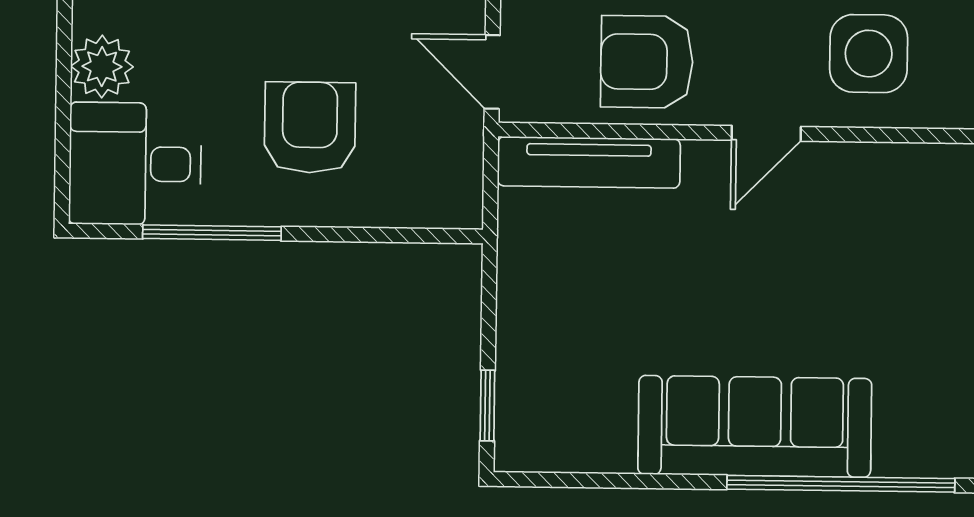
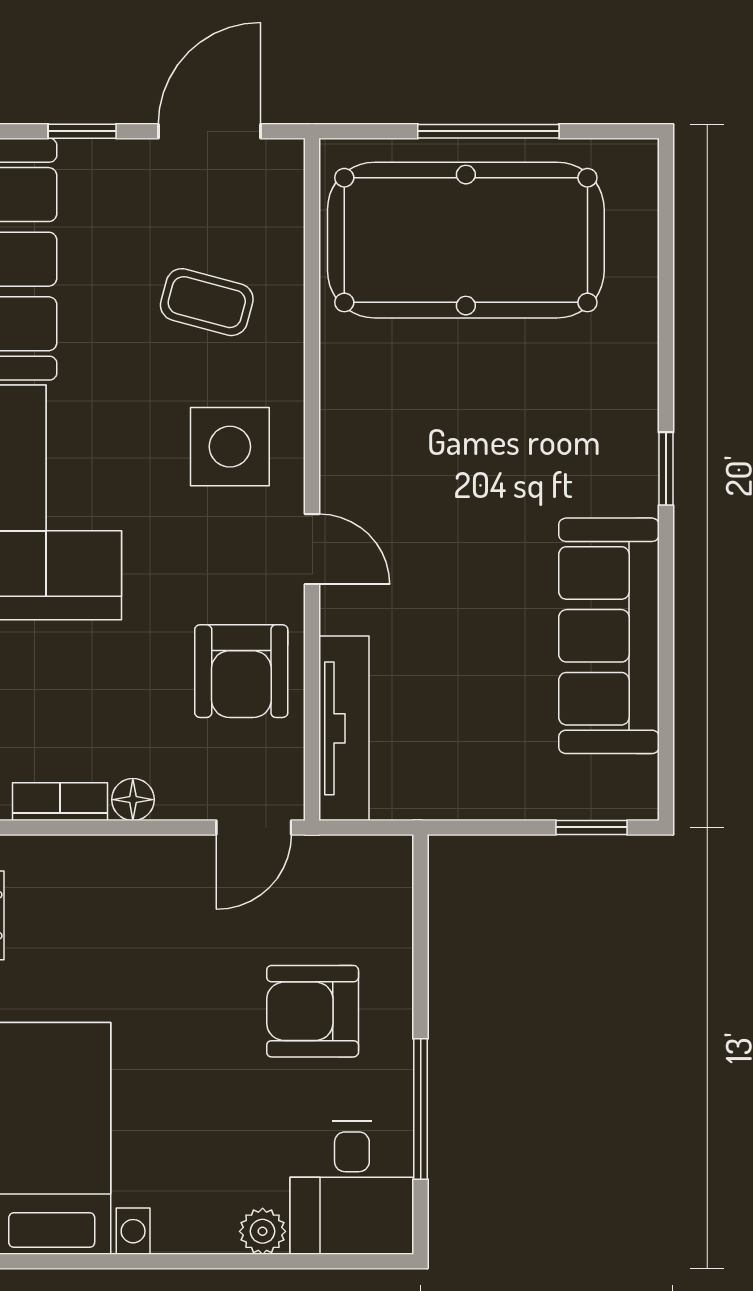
plant: (102, 67) -> (263, 1231), width x0.73, depth x0.73
sofa: (755, 426) -> (609, 636), moved
window: (841, 484) -> (666, 469), width x0.32

